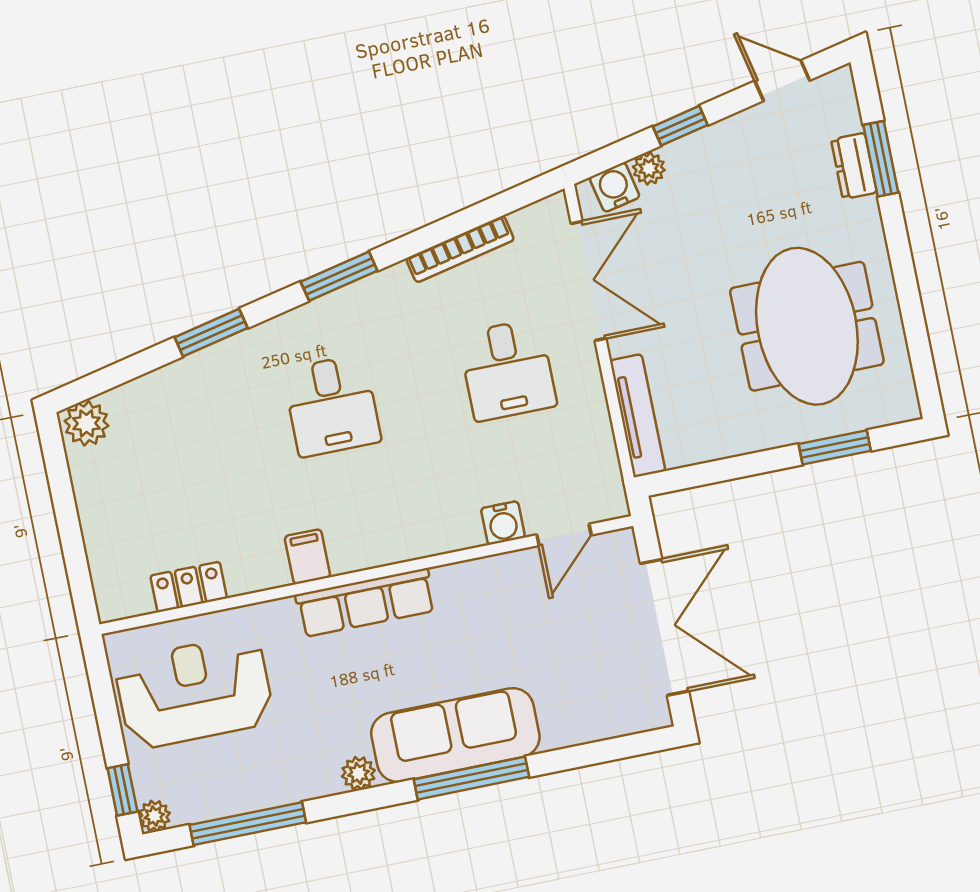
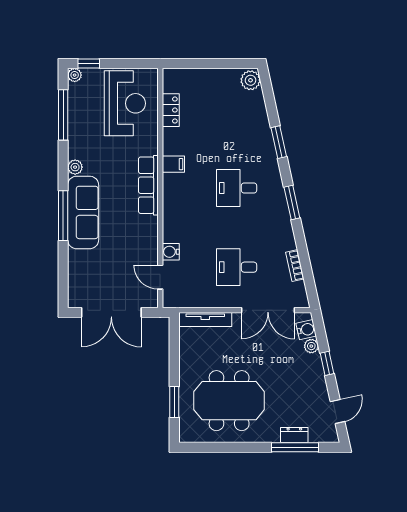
window: (881, 159) -> (295, 447), width x1.44
bookcase: (460, 249) -> (295, 266), width x0.64

